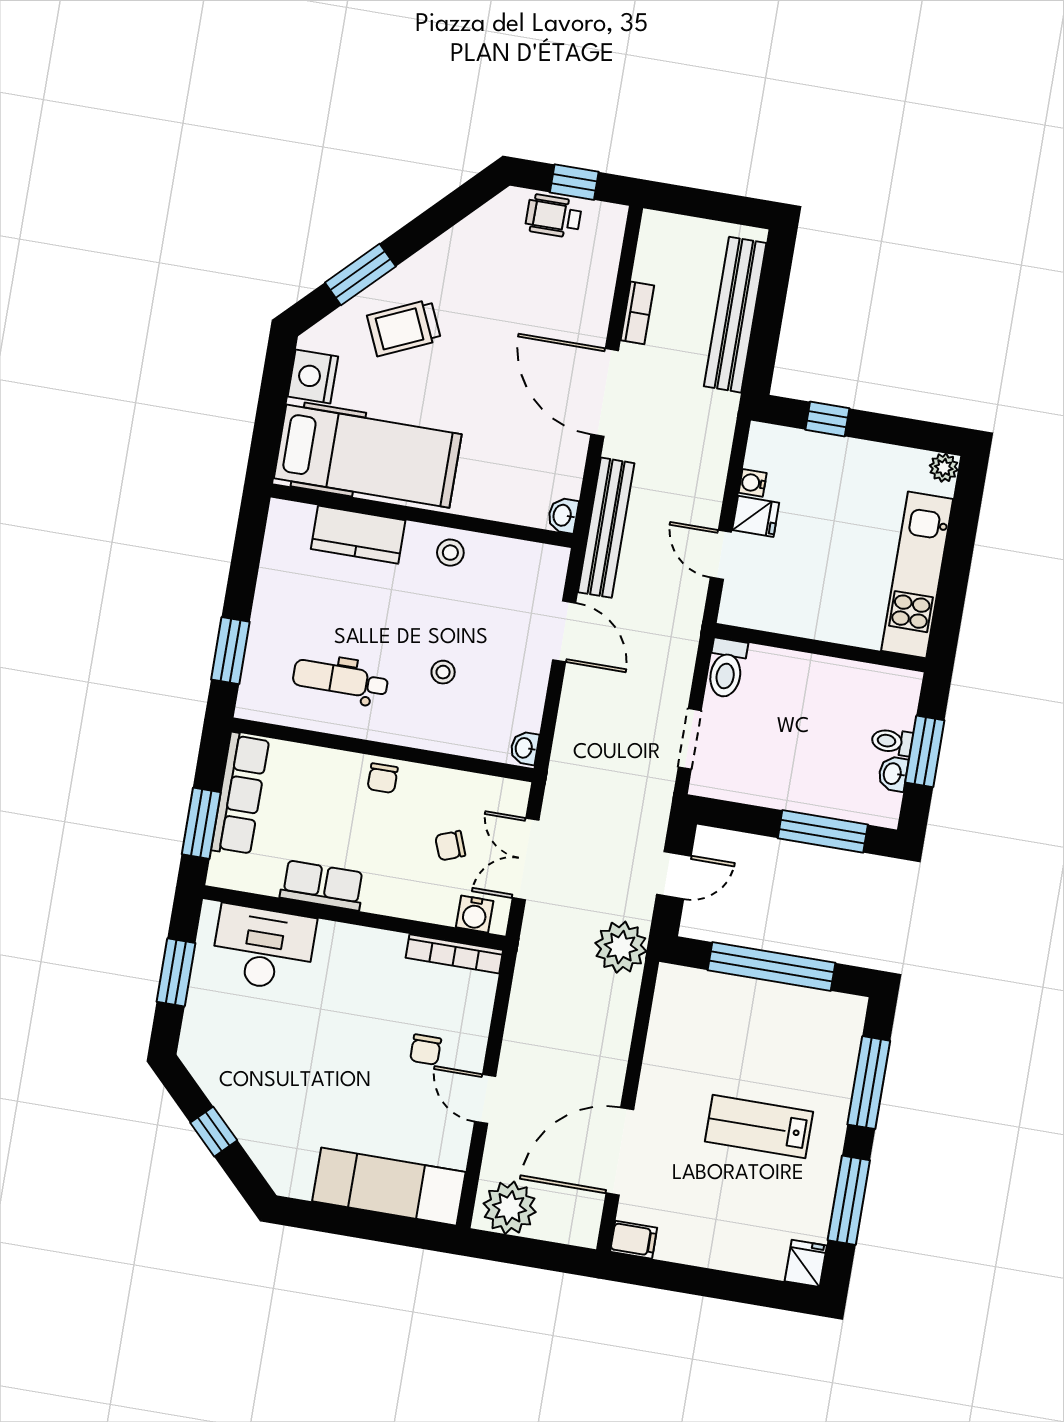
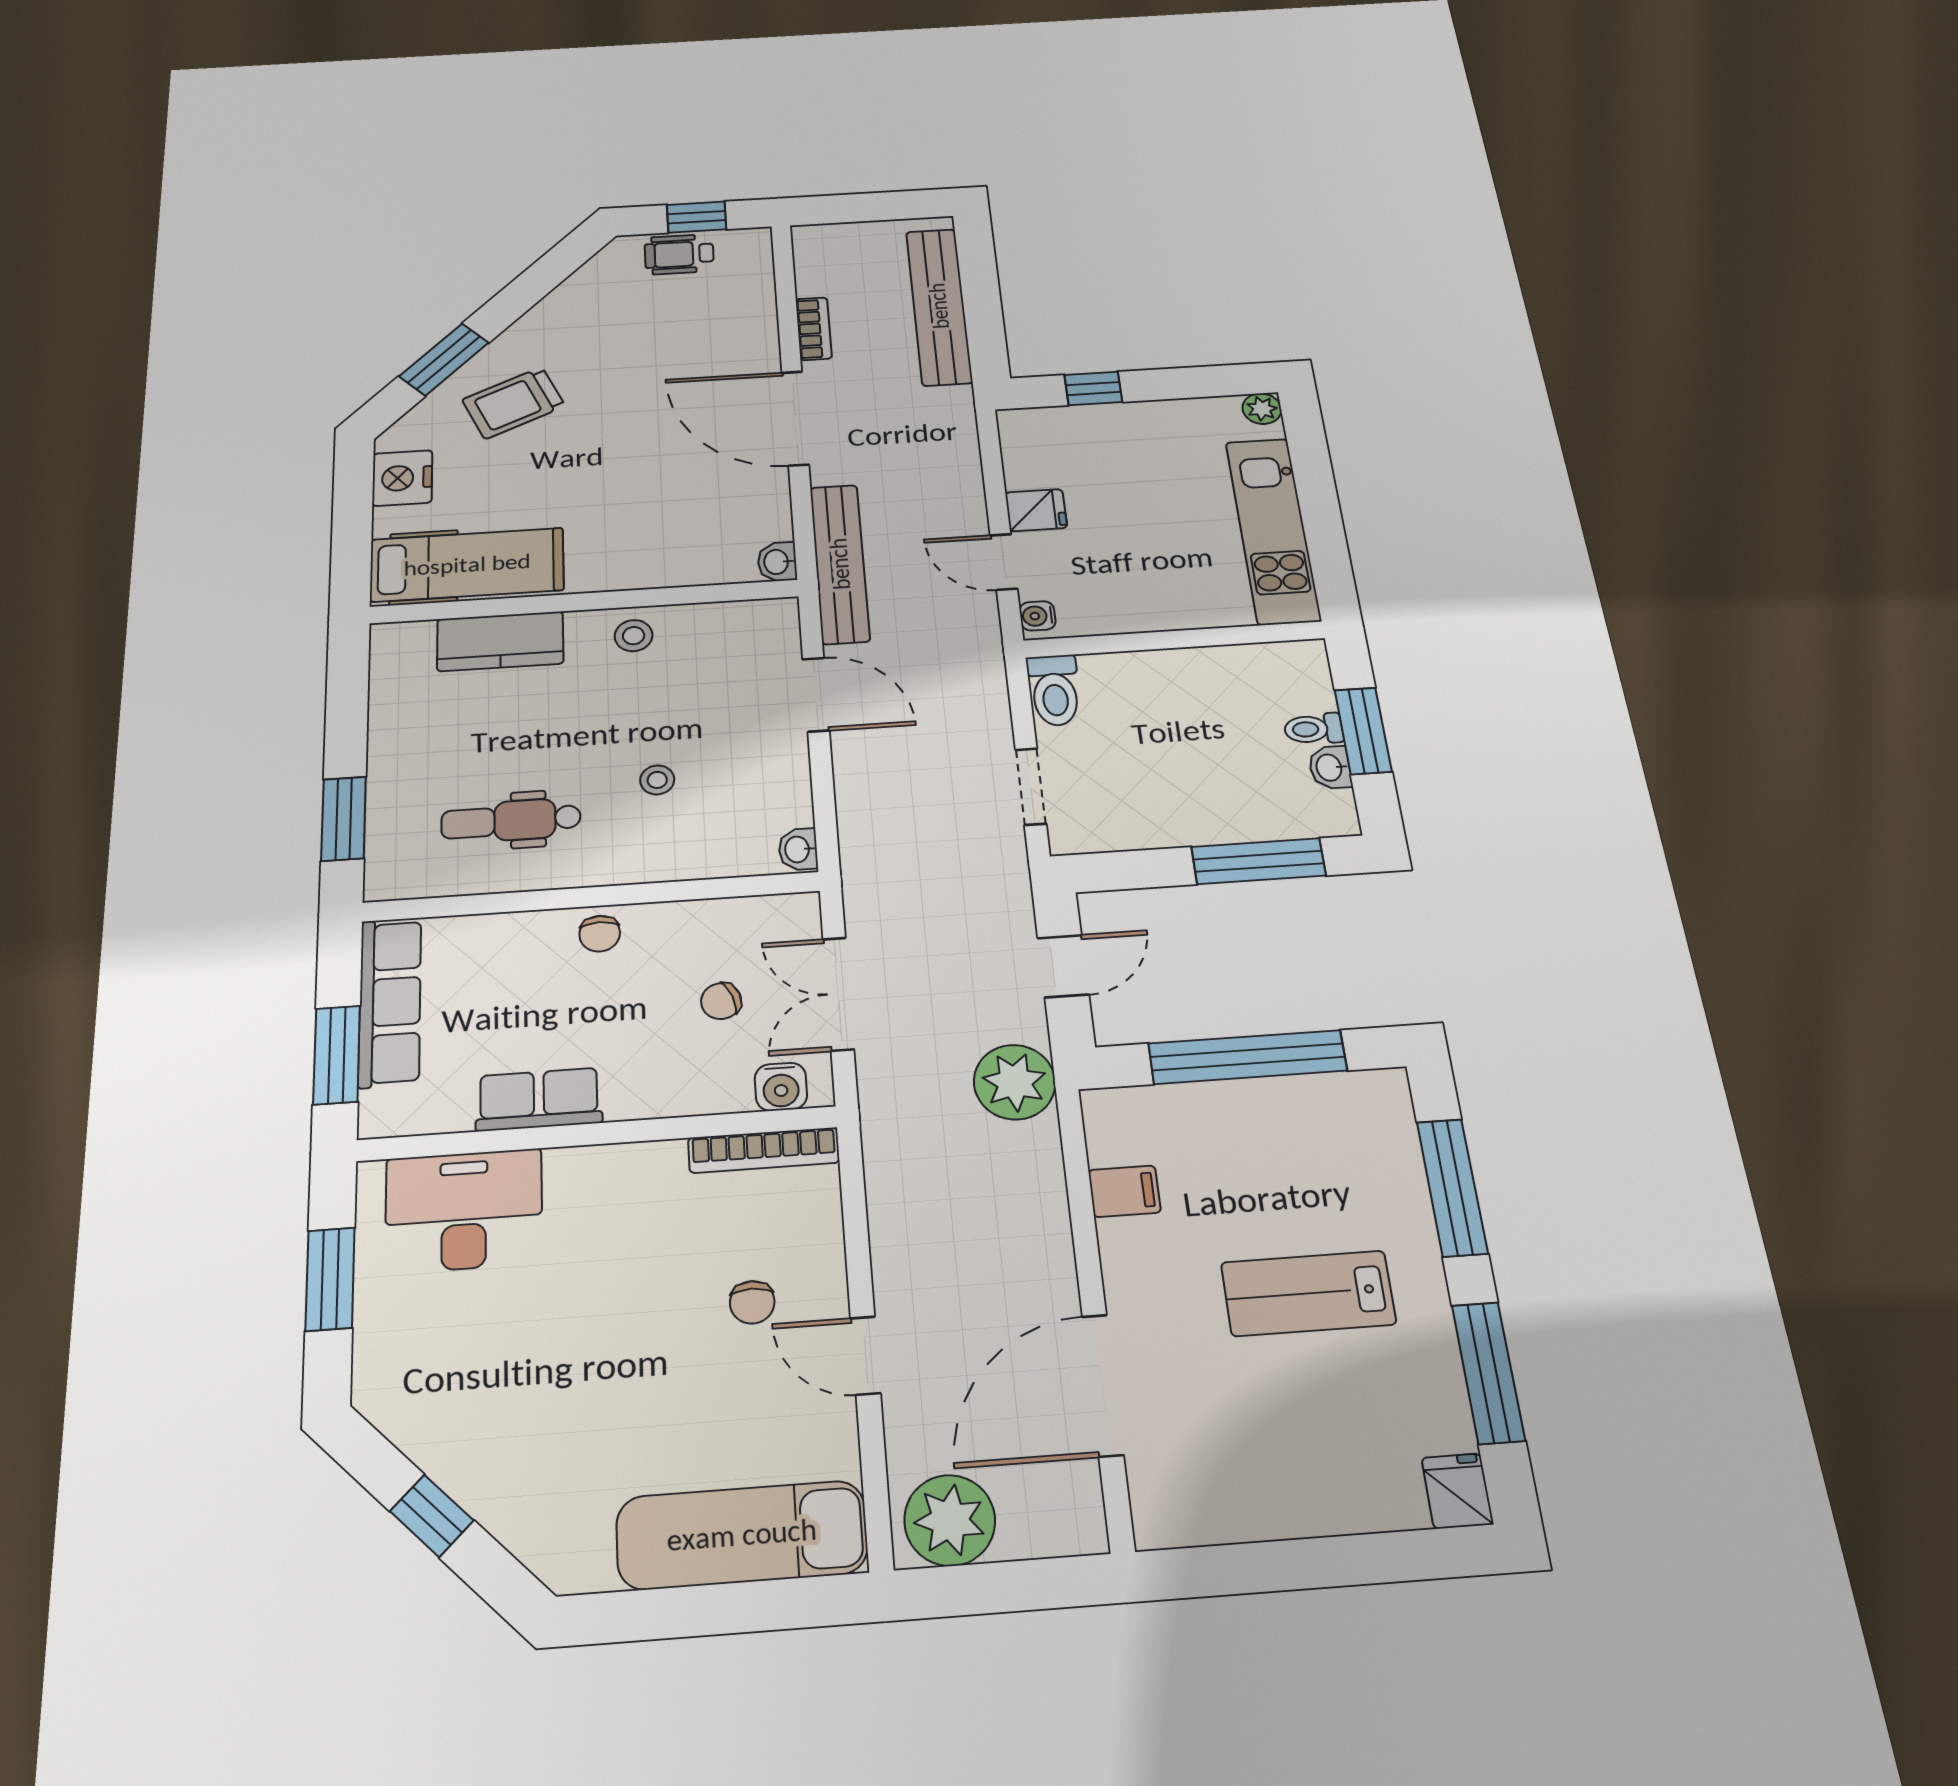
hospital bed: (368, 456) -> (467, 565), width x0.73, depth x0.78
water cooler: (753, 483) -> (1037, 616), moved
filing cabinet: (634, 1240) -> (1125, 1191), moved

